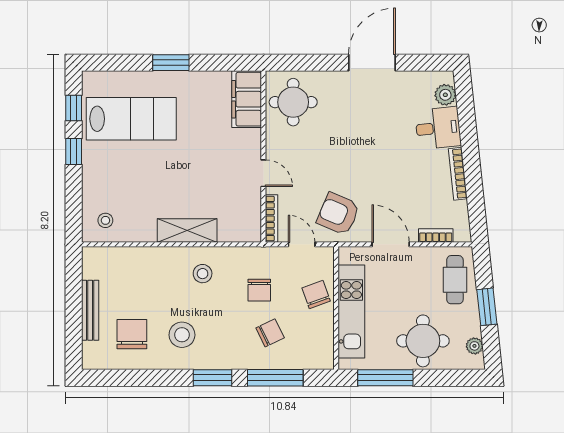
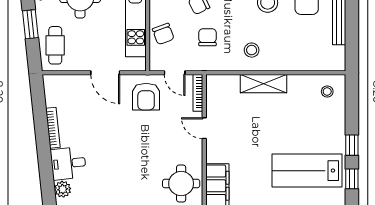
armchair: (338, 214) -> (146, 97), turned 67
bookcase: (436, 236) -> (70, 80), removed

